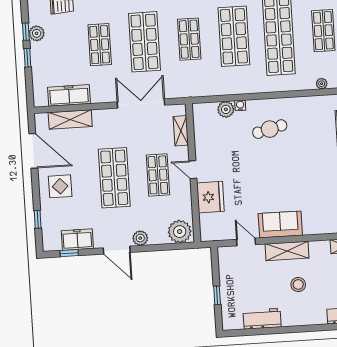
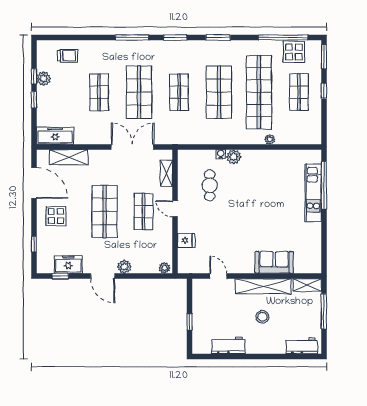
plant: (322, 84) -> (270, 139), moved
freezer: (69, 95) -> (55, 136), moved
plant: (226, 109) -> (234, 157), moved
cafe table: (270, 129) -> (210, 185), moved, turned -76
fridge: (210, 197) -> (186, 240), width x0.53, depth x0.75
sofa: (280, 224) -> (274, 262), moved
plant: (180, 232) -> (165, 268), width x0.53, depth x0.53
shelving: (287, 251) -> (263, 286), width x1.47

